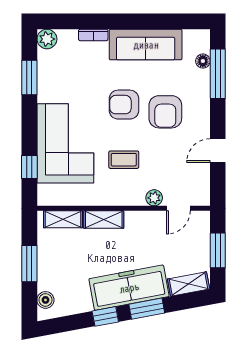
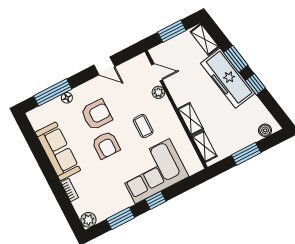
floor lamp: (203, 61) -> (67, 98), moved
window: (29, 167) -> (156, 200), moved

